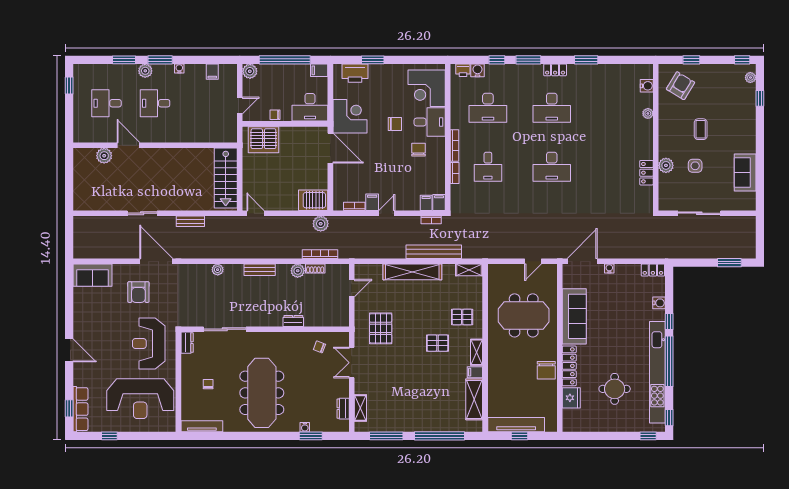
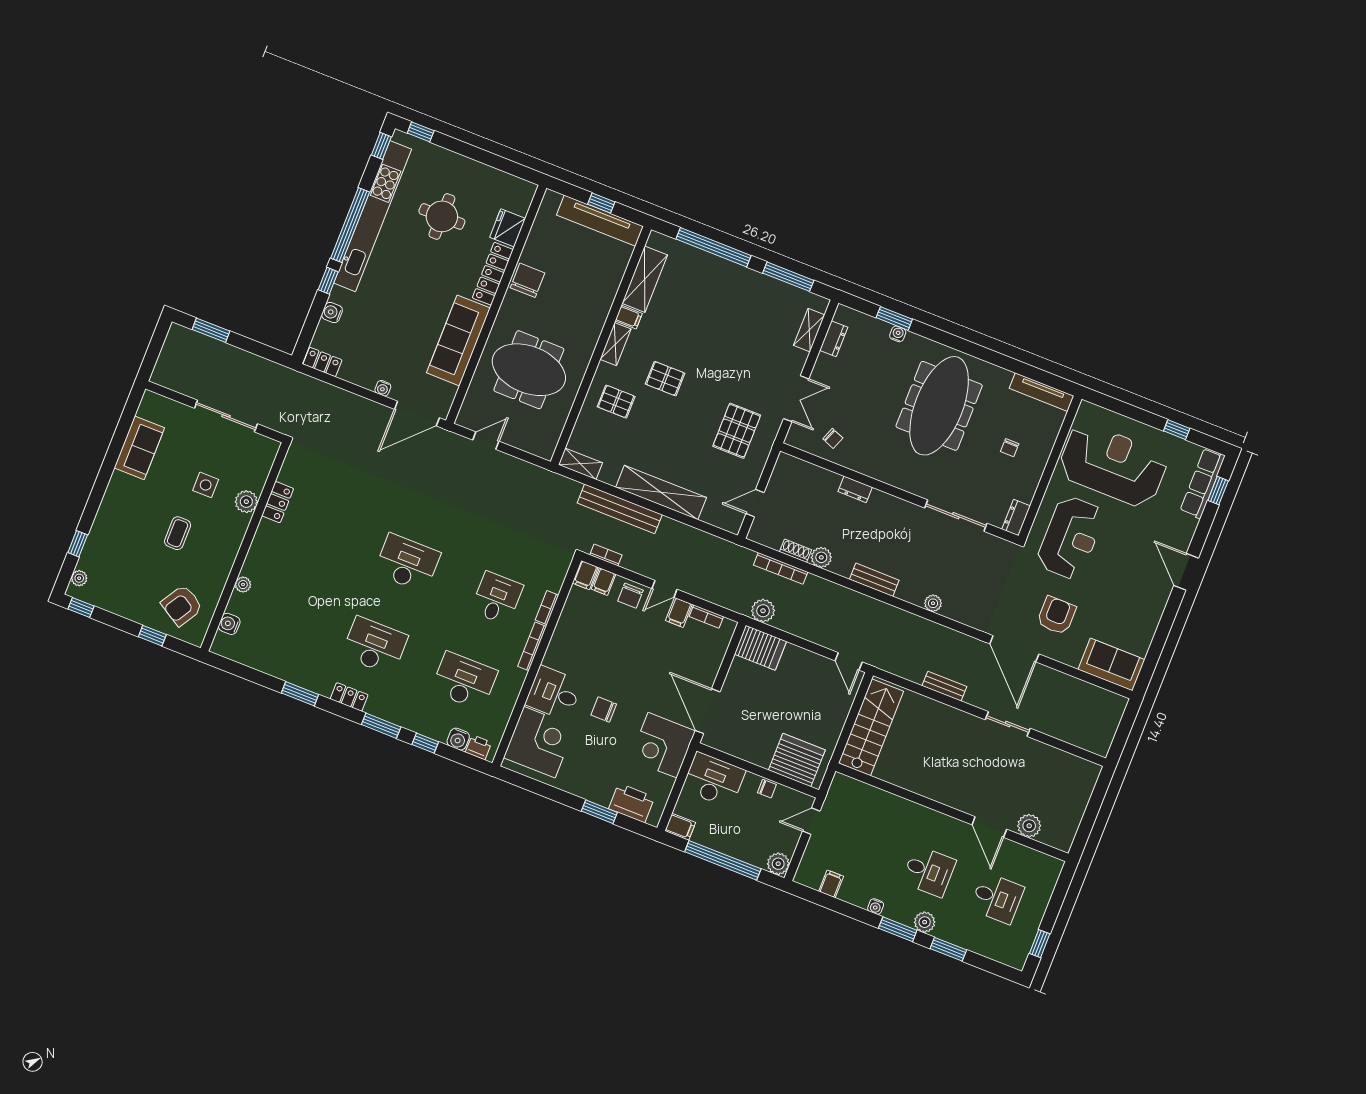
chair: (418, 150) -> (630, 596), moved

